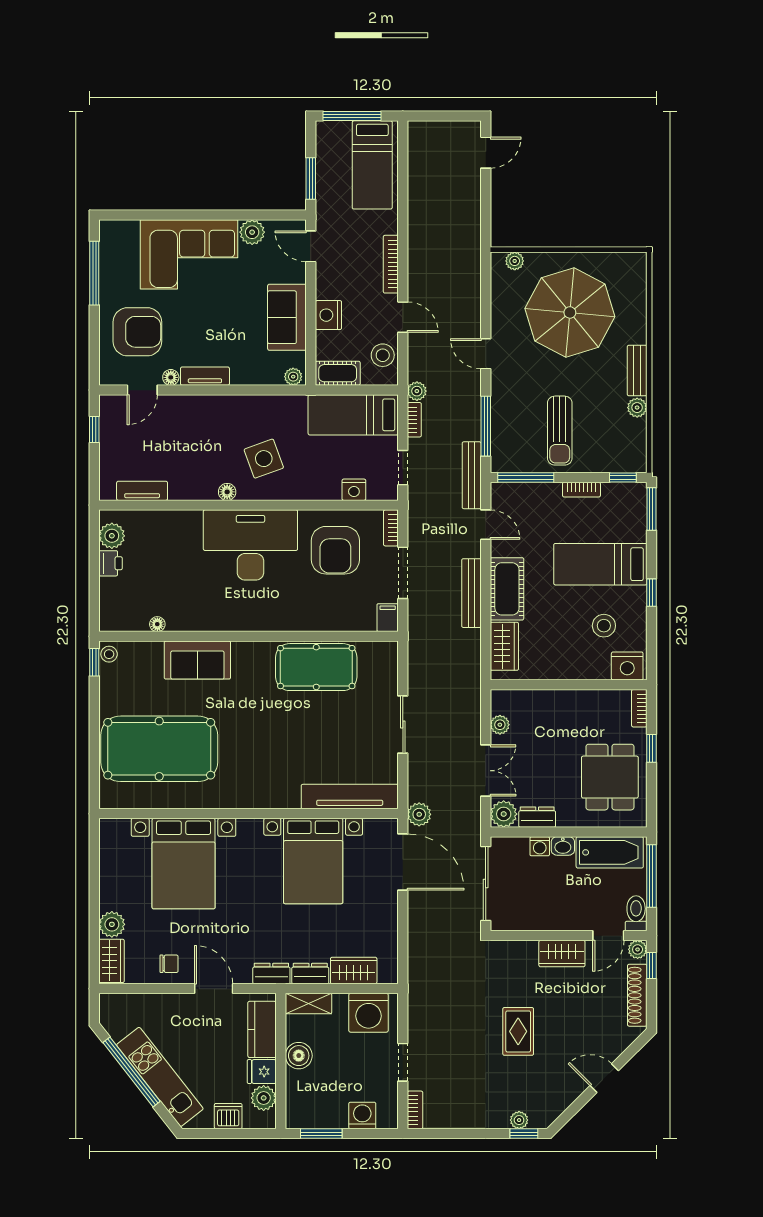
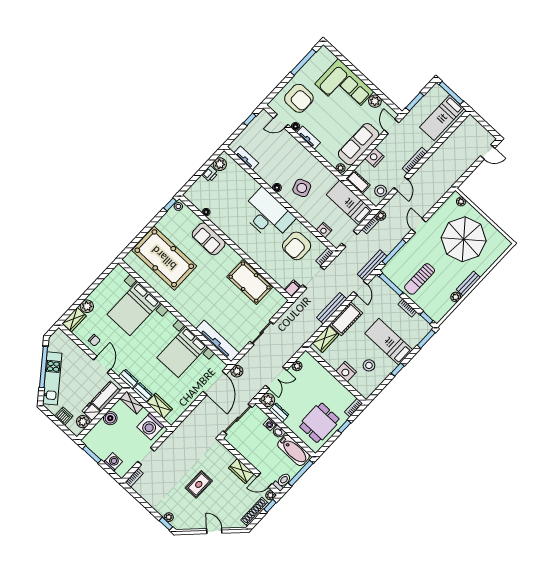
sofa: (287, 317) -> (359, 144), width x1.36
nightstand: (627, 666) -> (346, 372), moved

